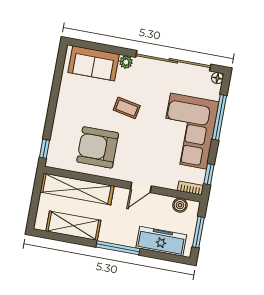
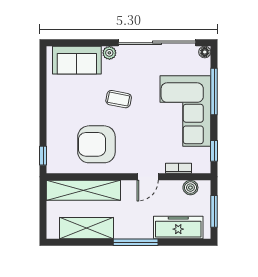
bookcase: (190, 188) -> (179, 168), moved

